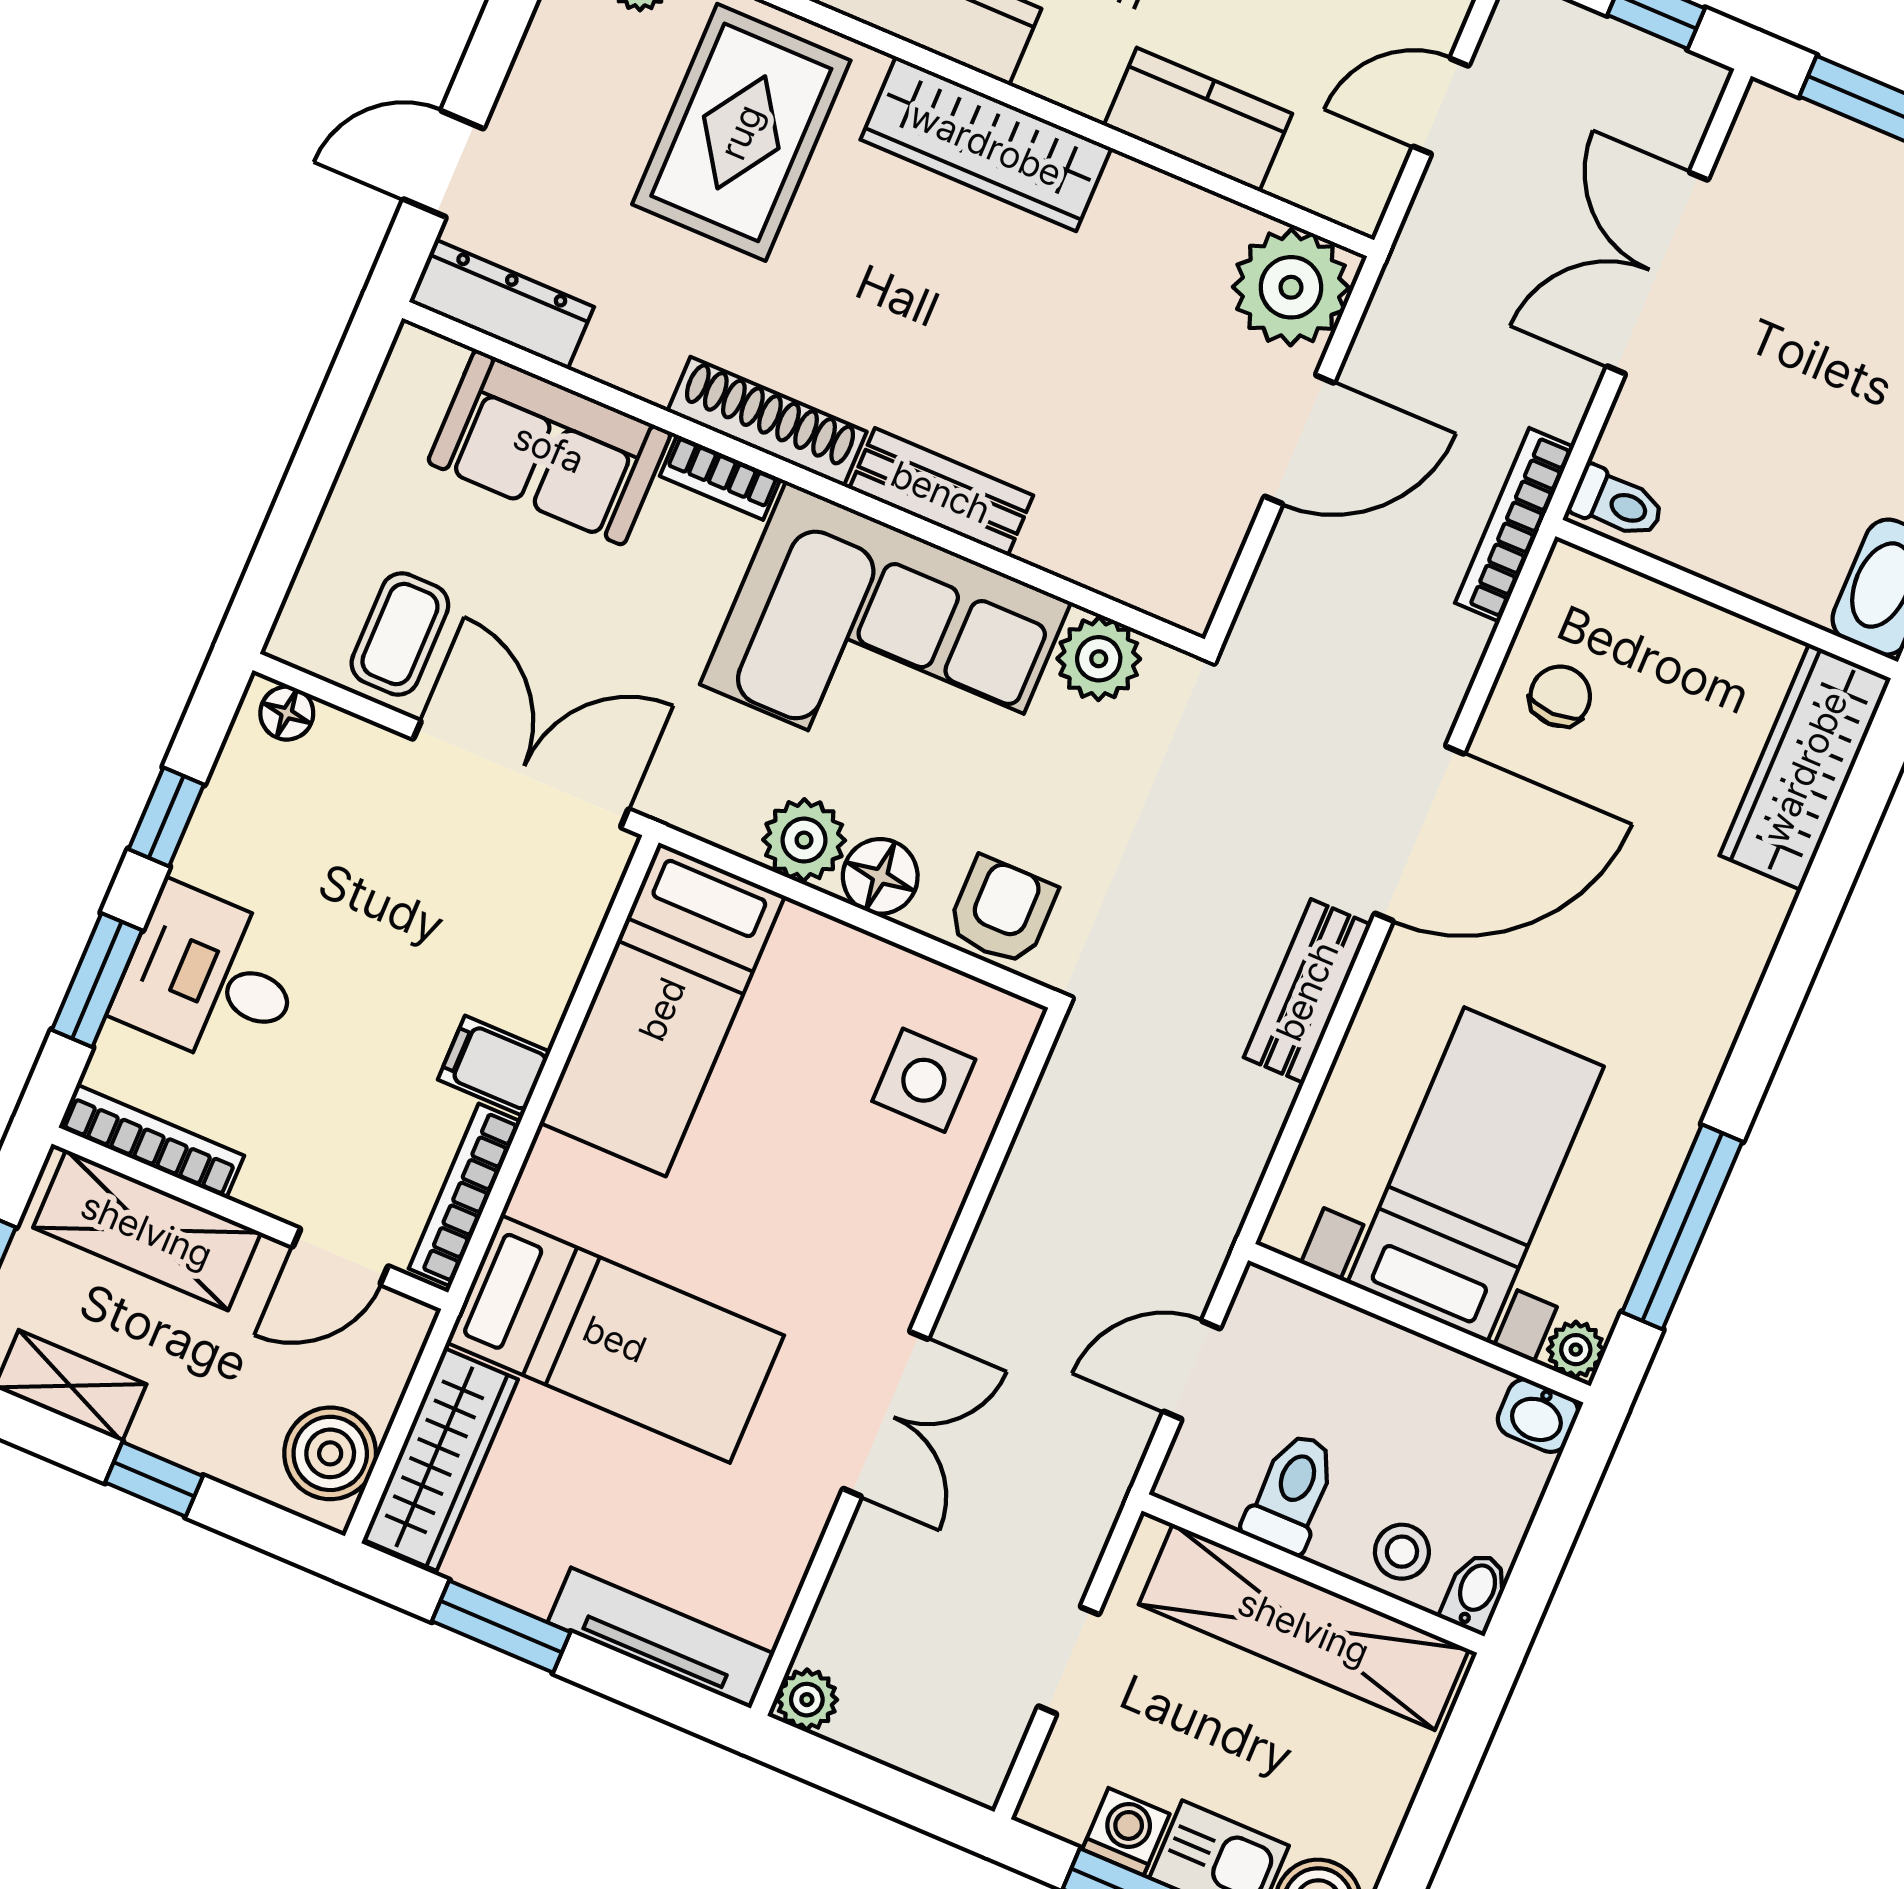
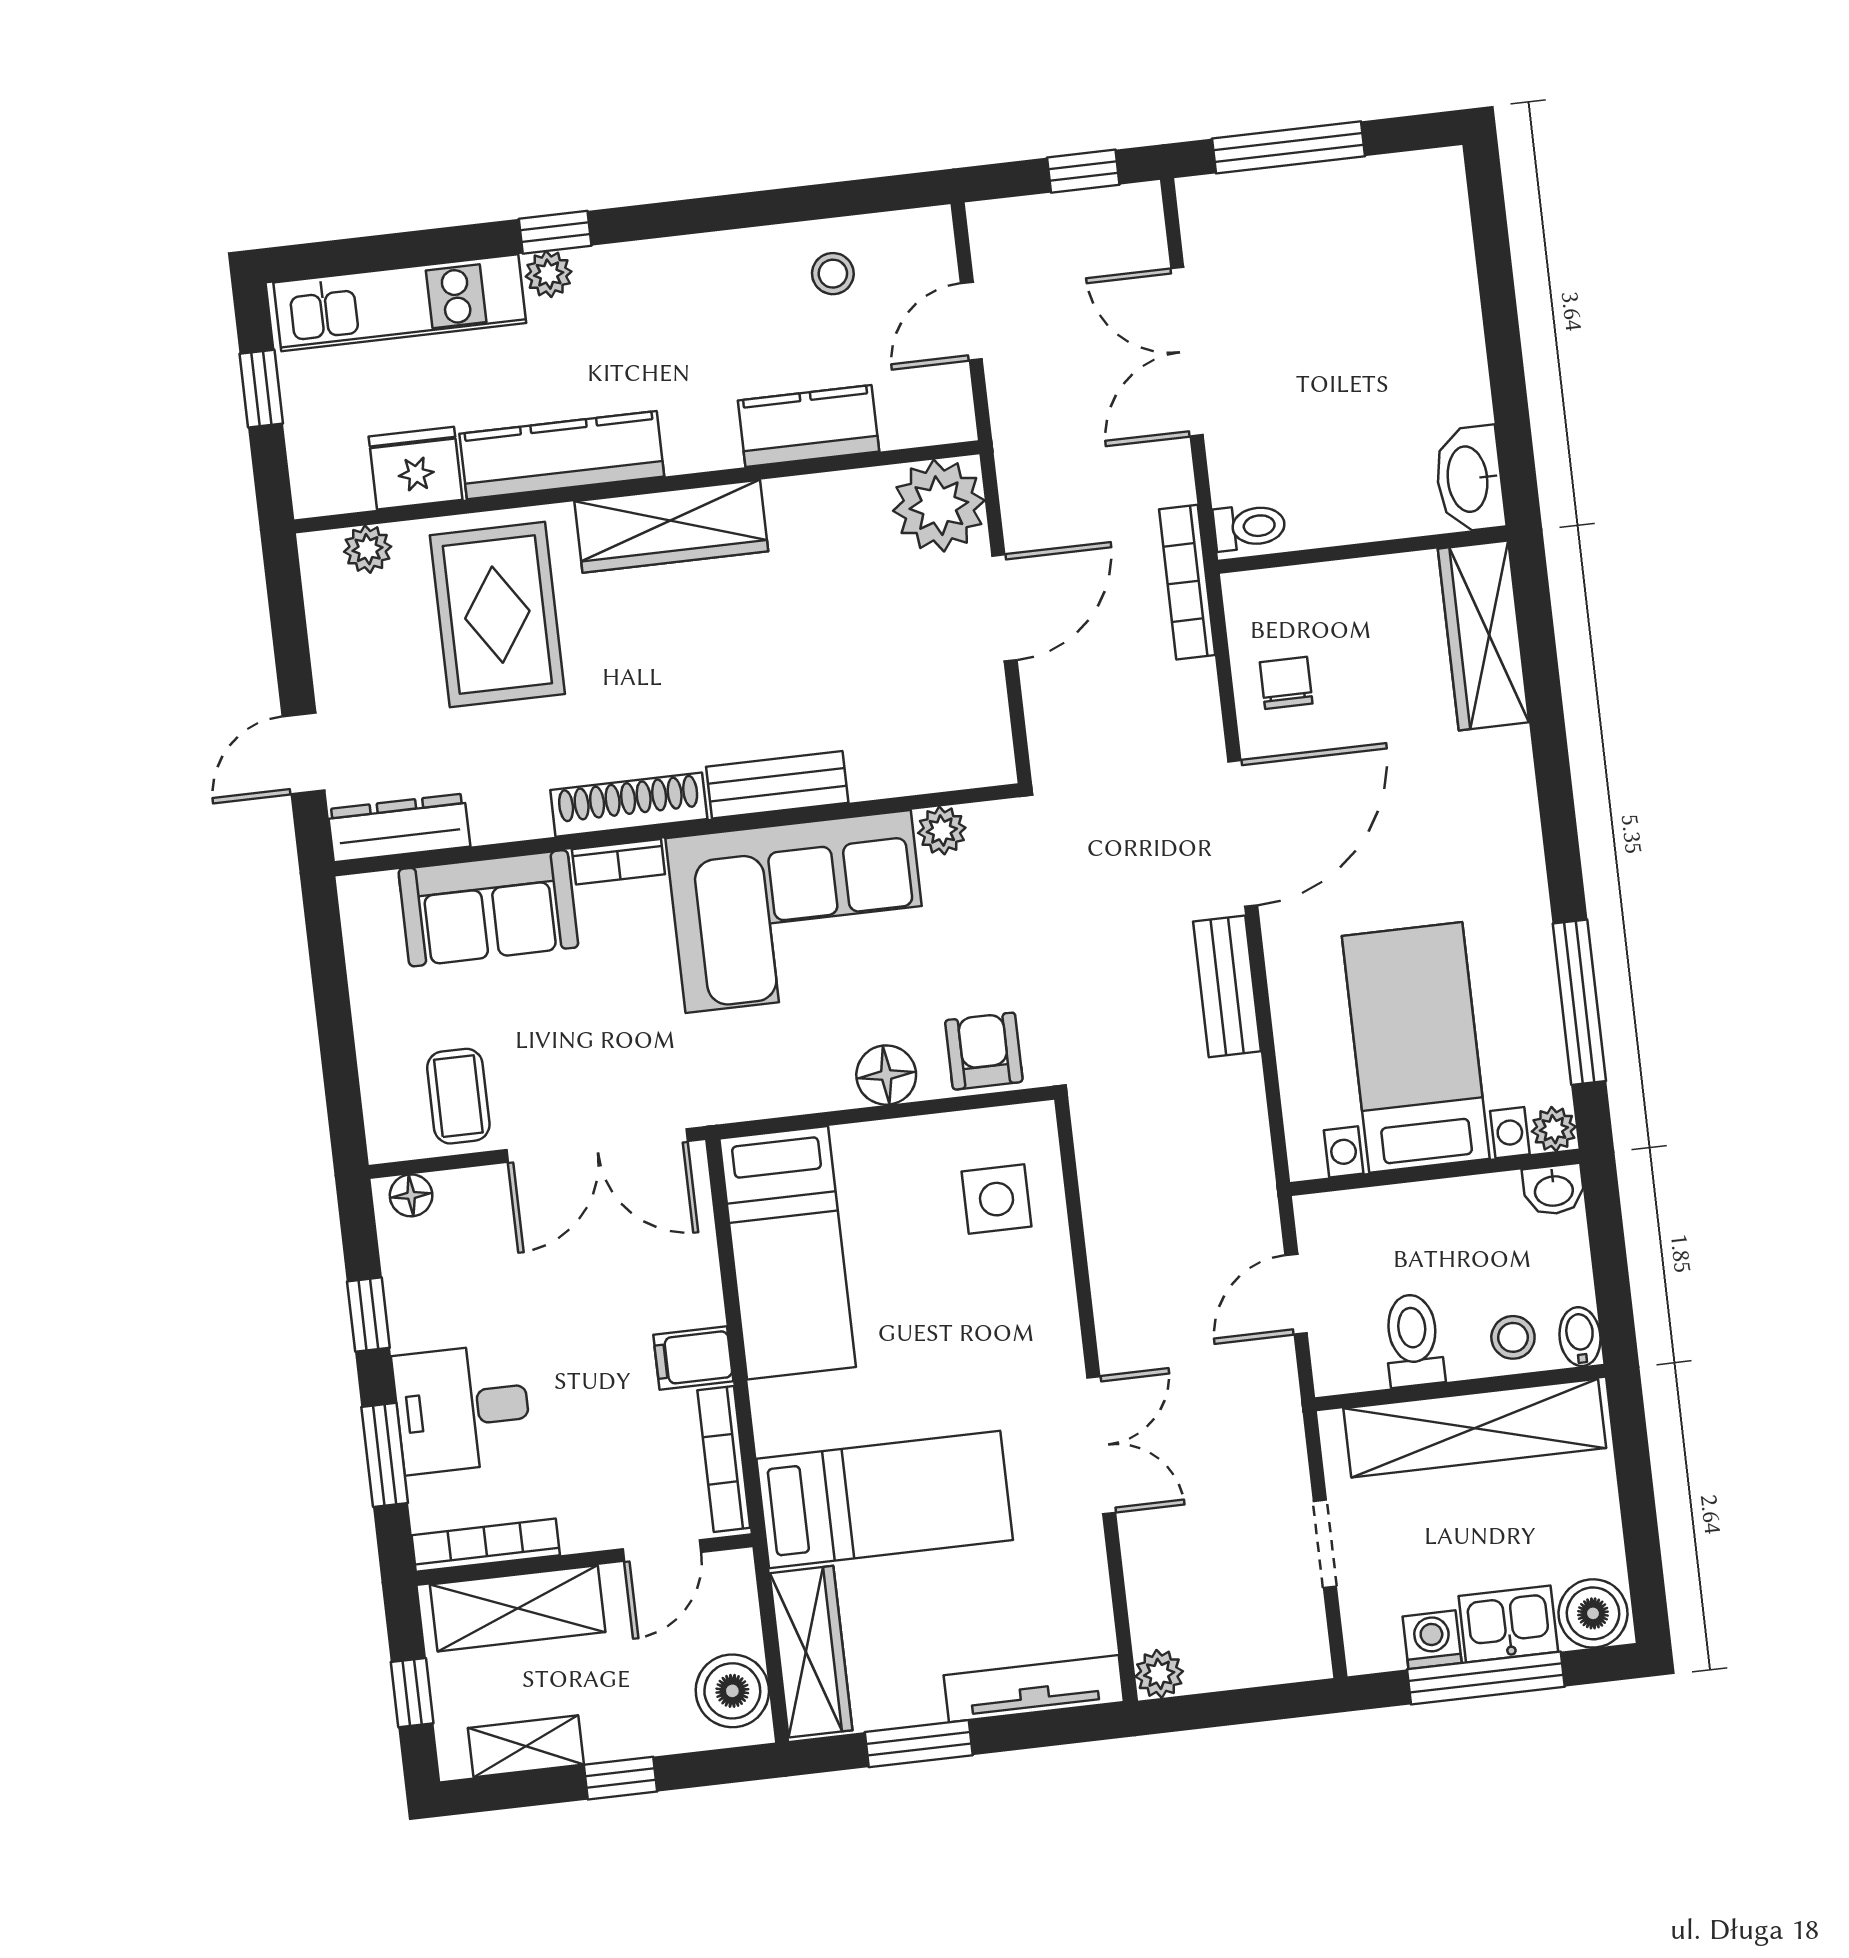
plant: (1099, 659) -> (942, 830), width x0.73, depth x0.73
double door: (521, 774) -> (597, 1146), swing flipped
plant: (804, 840) -> (819, 1080), removed

